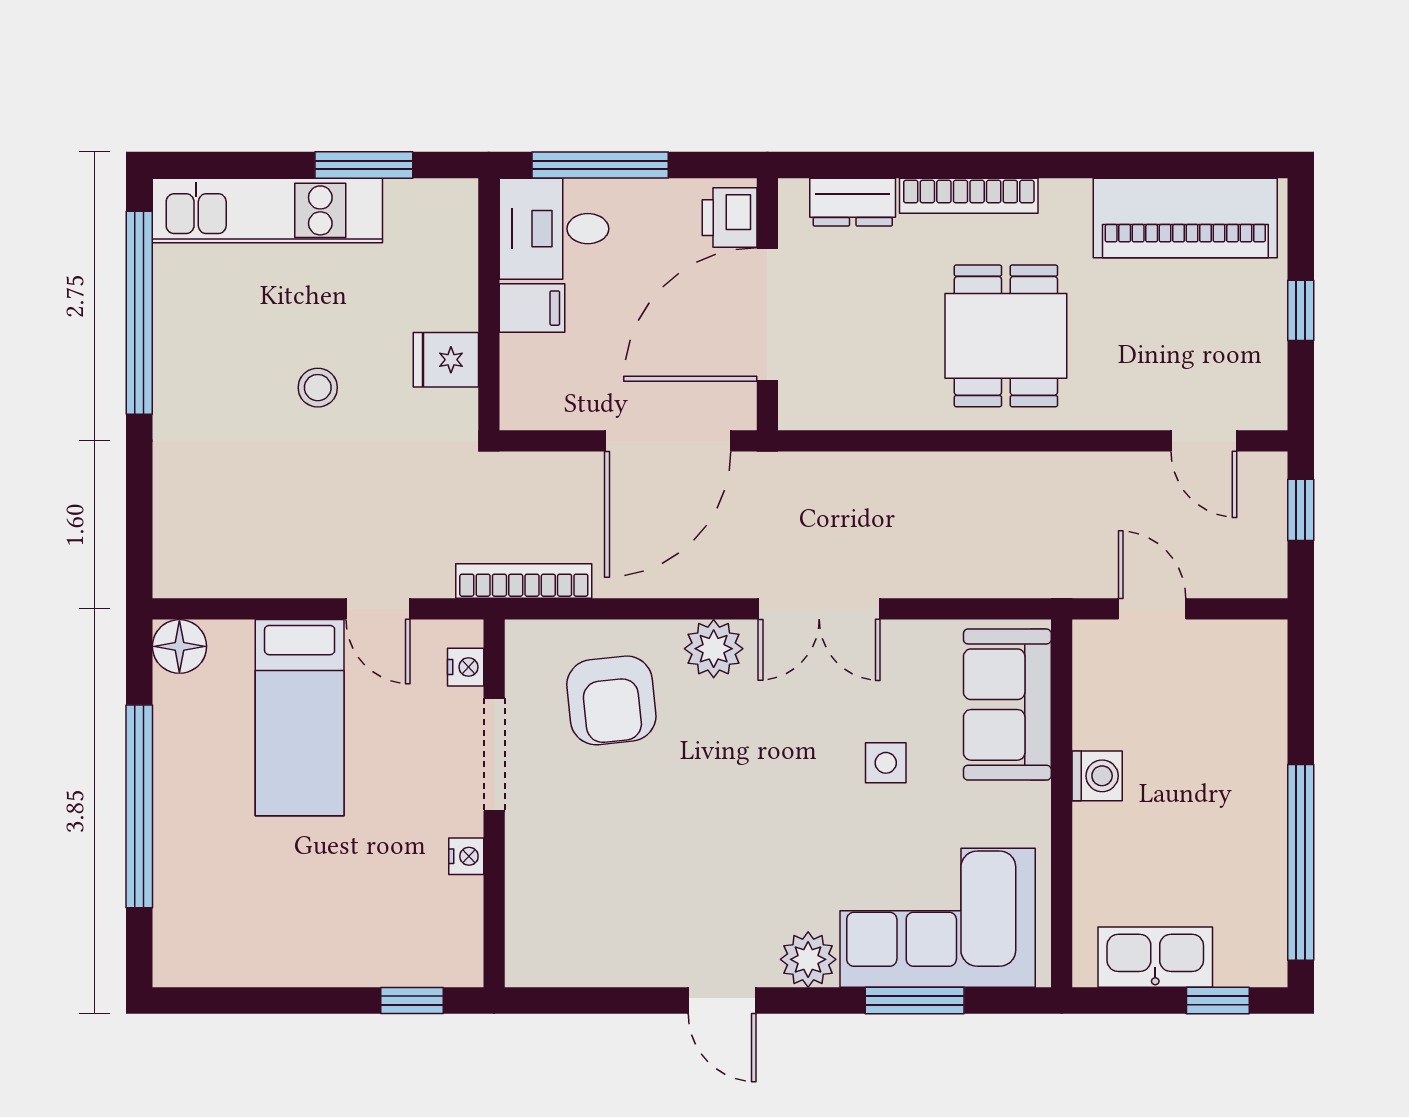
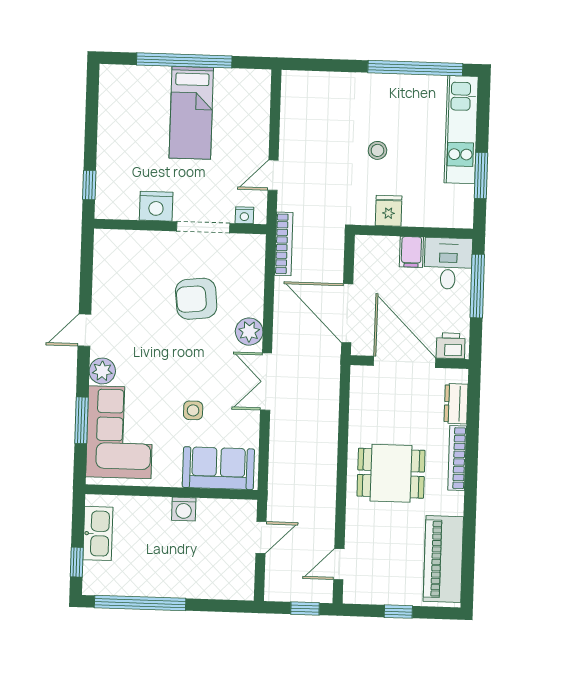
floor lamp: (179, 646) -> (258, 82), removed
armchair: (611, 700) -> (196, 299), moved
bed: (300, 718) -> (191, 113), moved, turned -90
nightstand: (466, 856) -> (156, 206), width x1.89, depth x1.79

